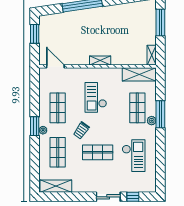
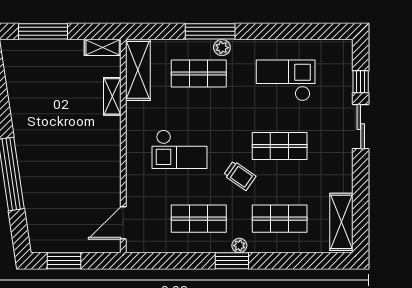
shelving: (100, 60) -> (112, 96), moved
shop shelf: (98, 152) -> (280, 146), turned 90

